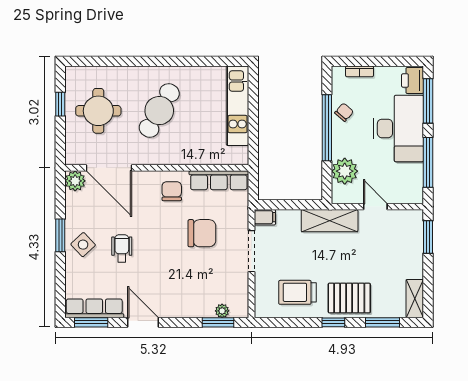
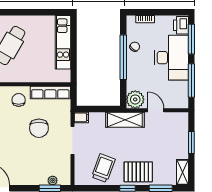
plant: (345, 171) -> (135, 99), moved
chair: (202, 233) -> (39, 128), turned 90
window: (428, 237) -> (191, 143), moved
trolley: (297, 292) -> (103, 168), turned 110

